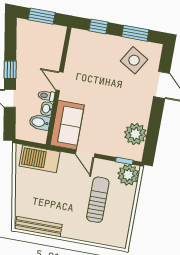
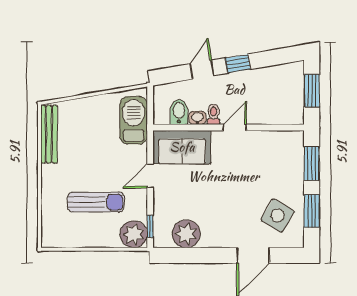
window: (98, 26) -> (312, 164), width x1.50

